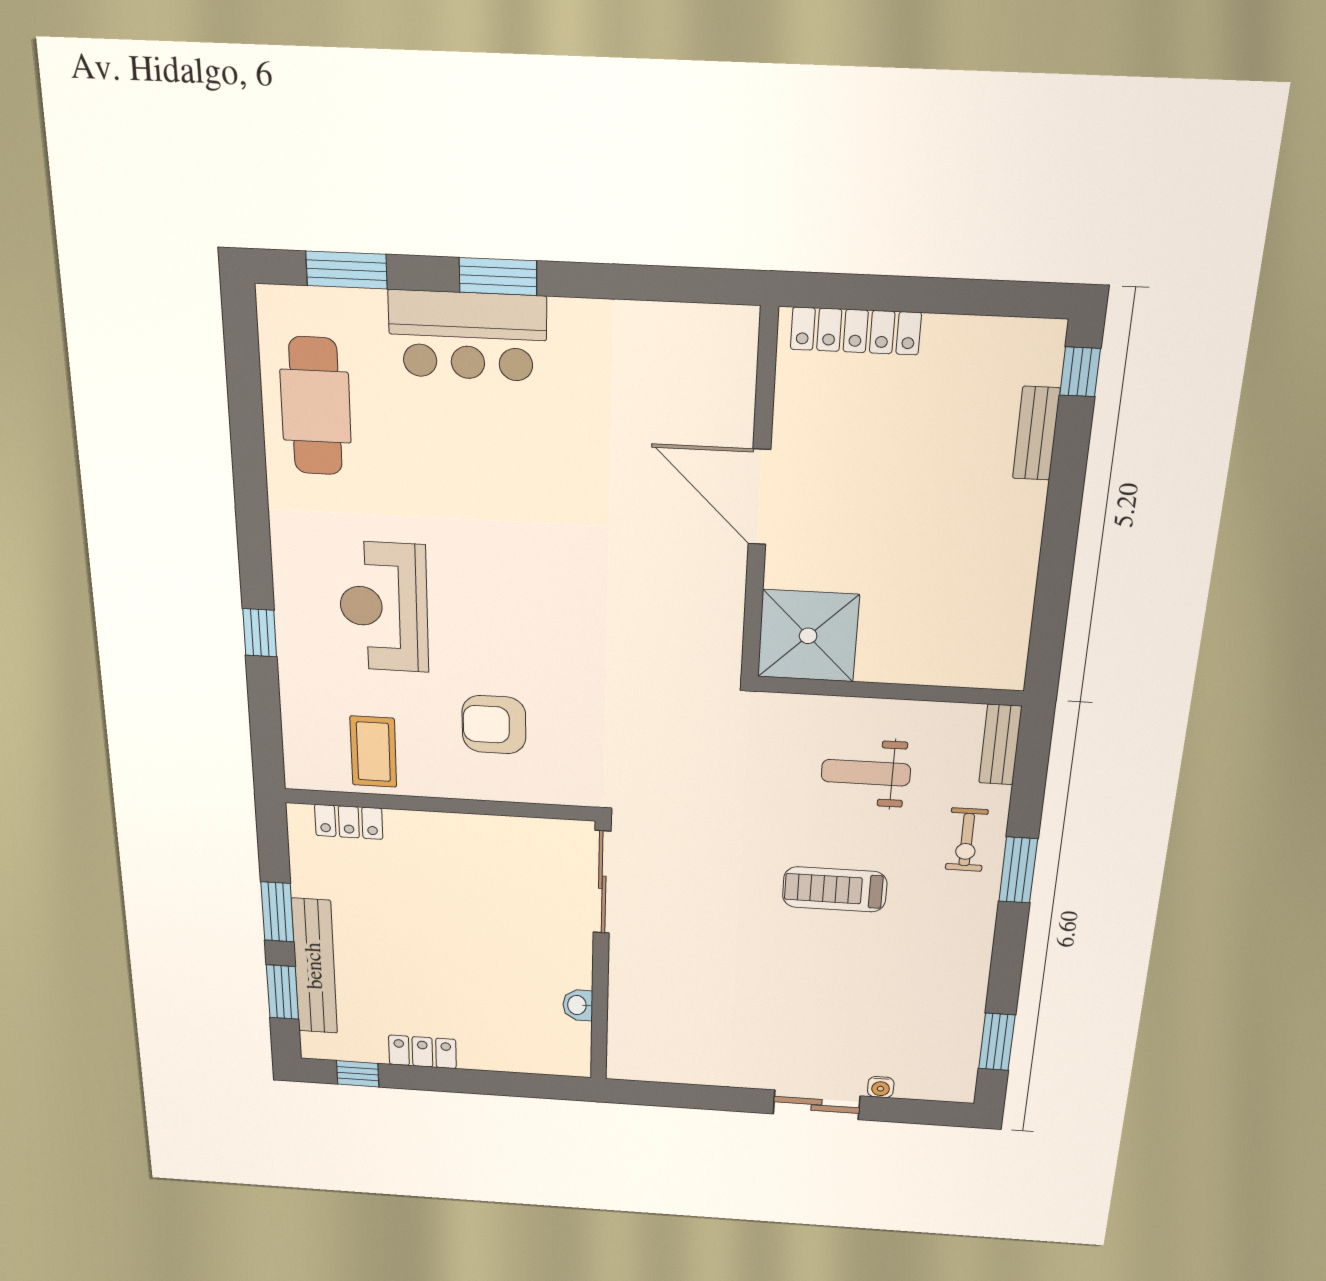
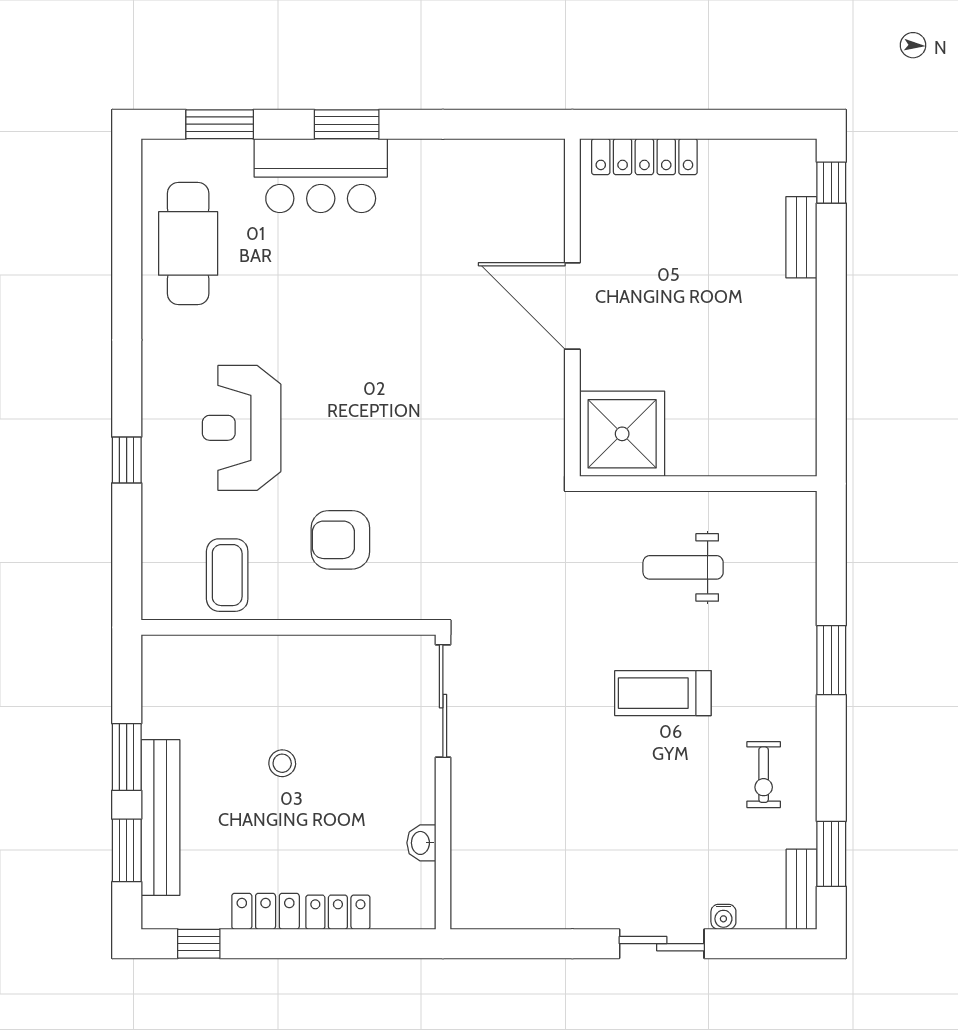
bench: (1000, 745) -> (801, 889), moved
locker: (349, 822) -> (338, 912), moved, turned 180
exercise bike: (967, 840) -> (764, 775), moved
stool: (436, 927) -> (282, 763), added

